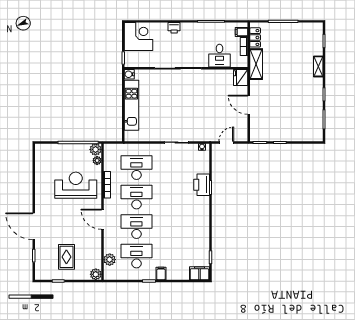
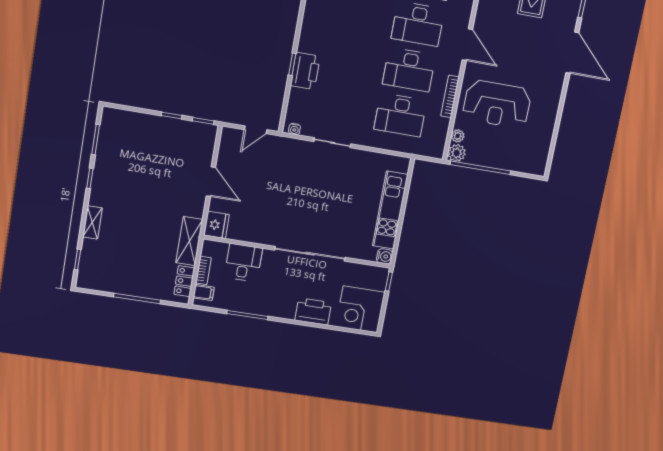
printer: (174, 28) -> (313, 311), width x1.87, depth x1.48

